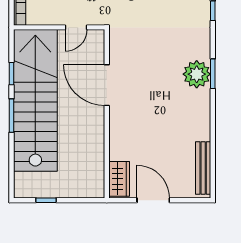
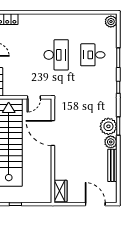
plant: (200, 99) -> (111, 142), added
bench: (203, 168) -> (112, 165), moved
door: (153, 200) -> (95, 204), moved

